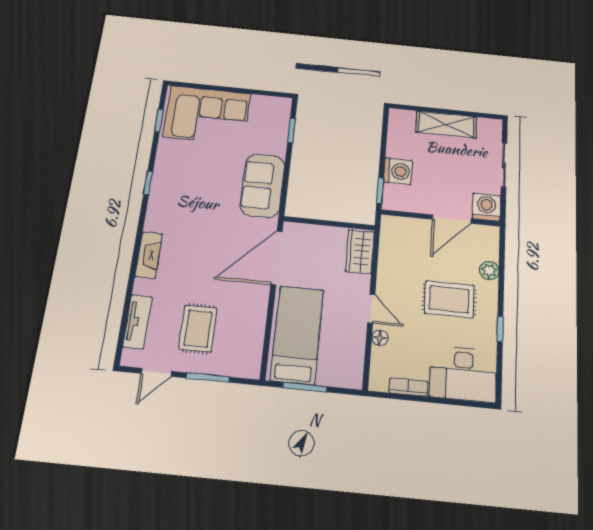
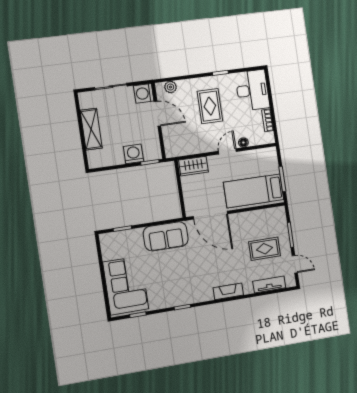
plant: (489, 271) -> (170, 87), moved

